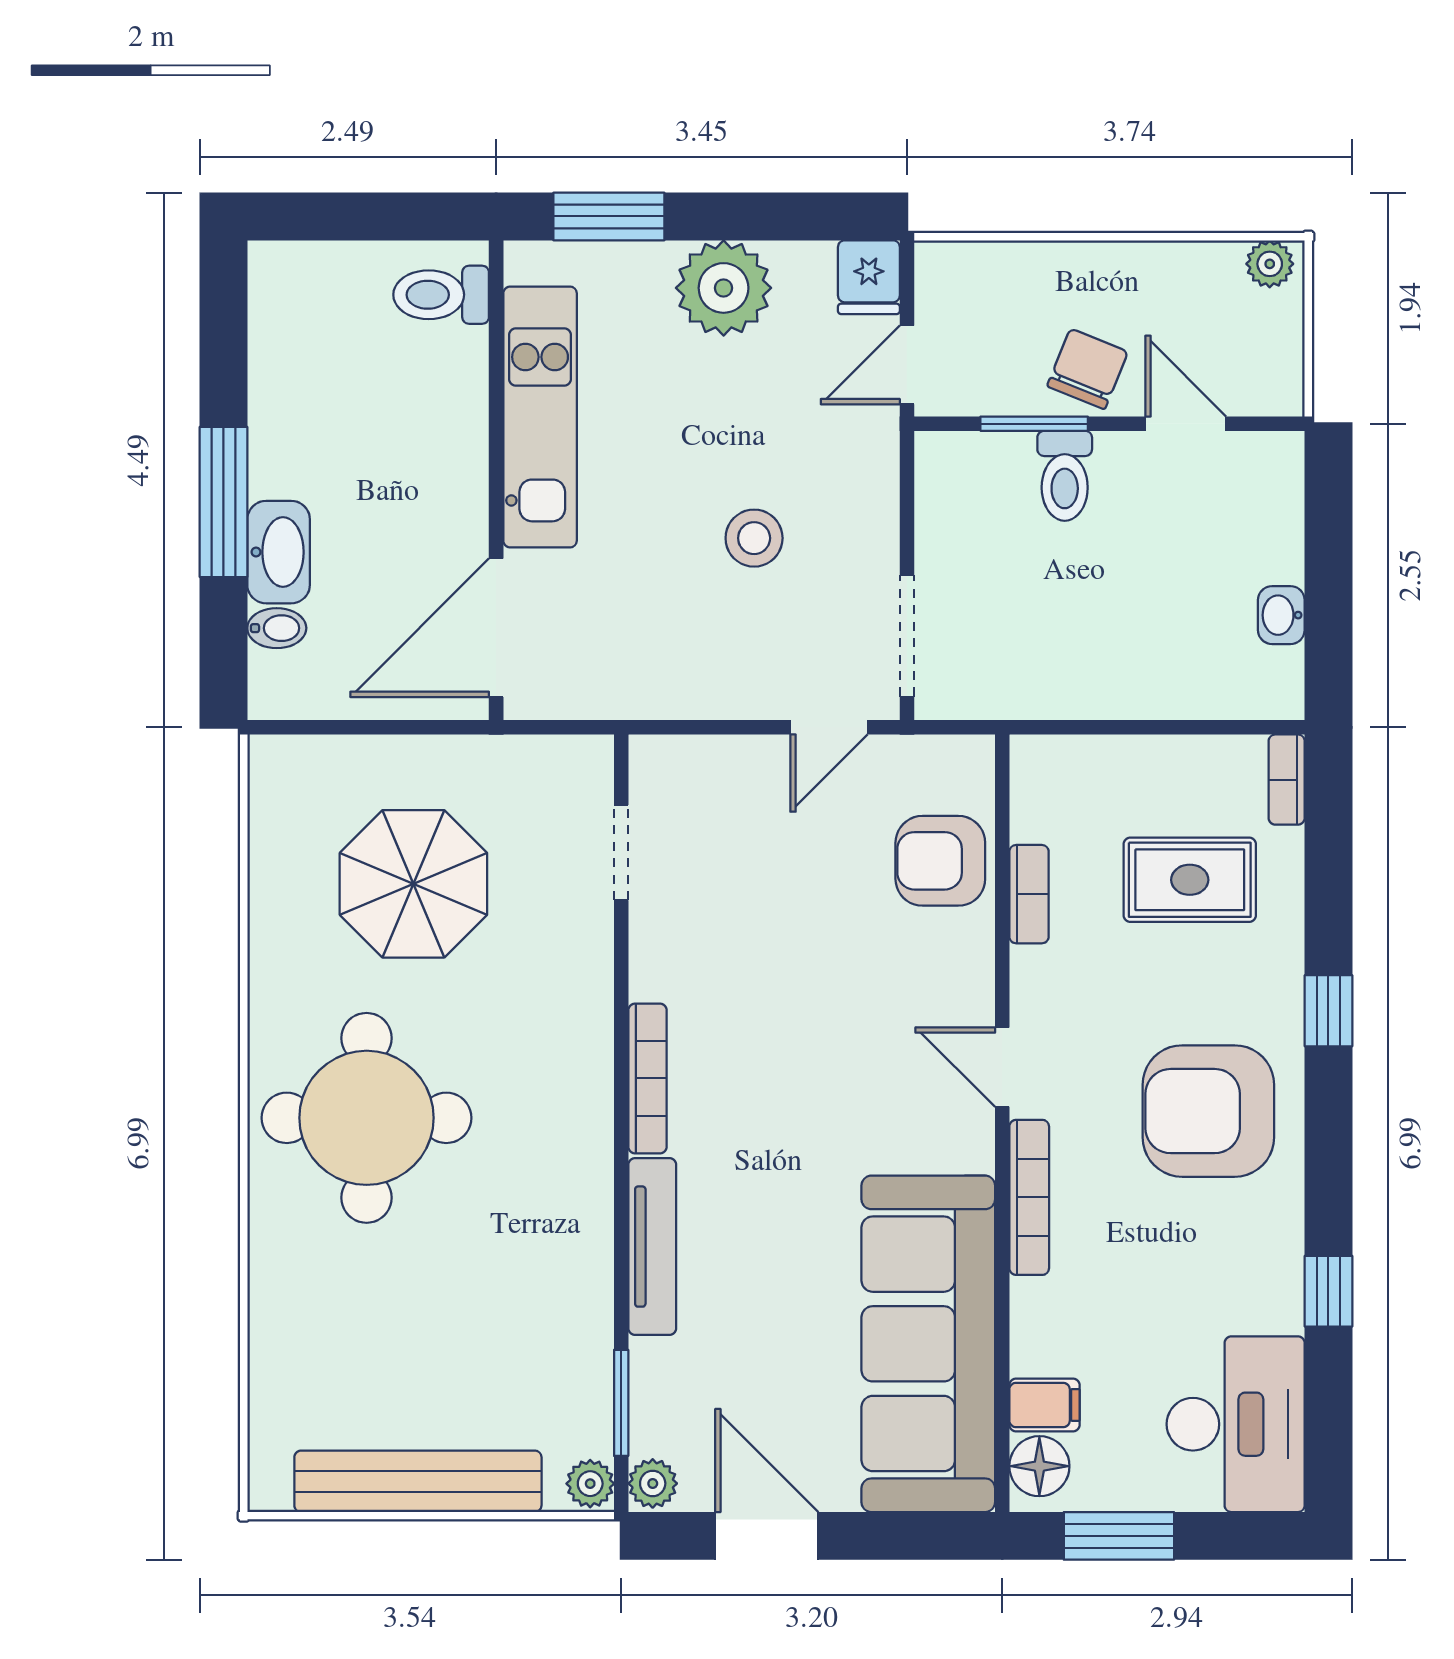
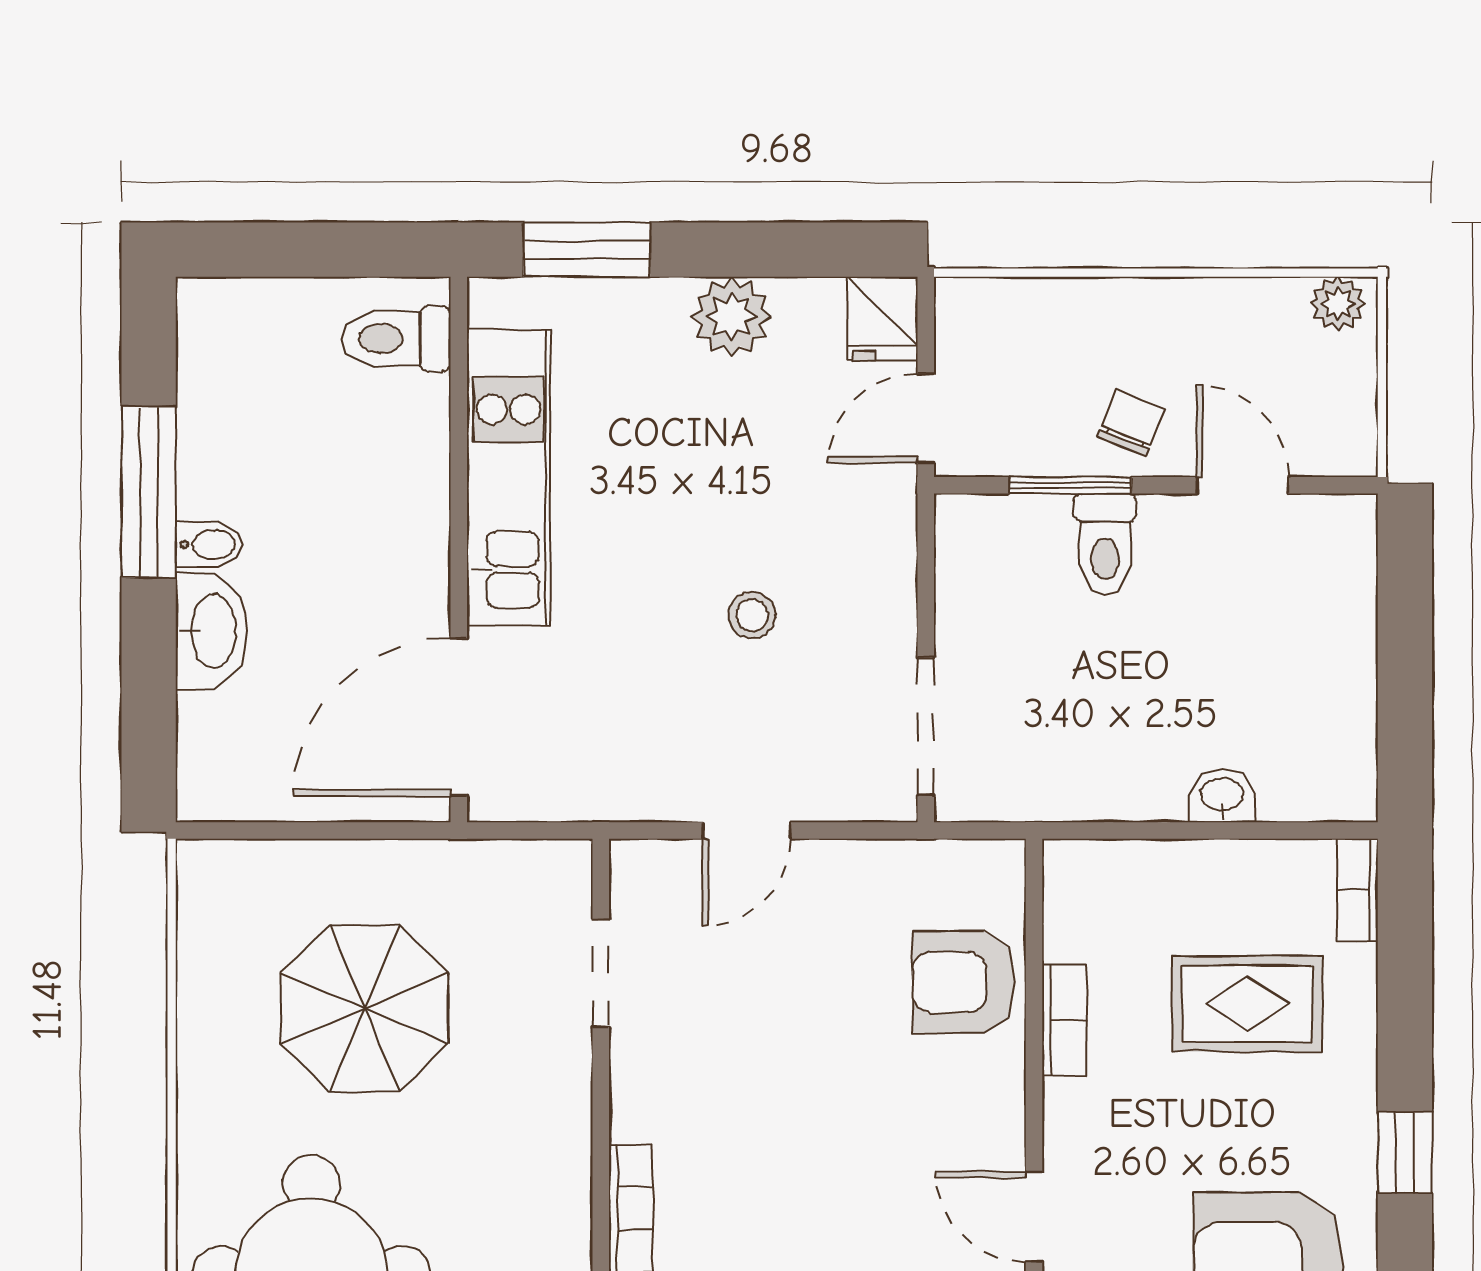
plant: (724, 288) -> (732, 316), width x0.73, depth x0.73
chair: (1087, 369) -> (1131, 423), width x0.73, depth x0.73
window: (223, 502) -> (149, 492), moved
stool: (754, 538) -> (752, 615), width x0.73, depth x0.73
washbasin: (1281, 615) -> (1222, 796), moved, turned 90
bidet: (277, 628) -> (209, 545), moved
door: (829, 727) -> (746, 830), moved

